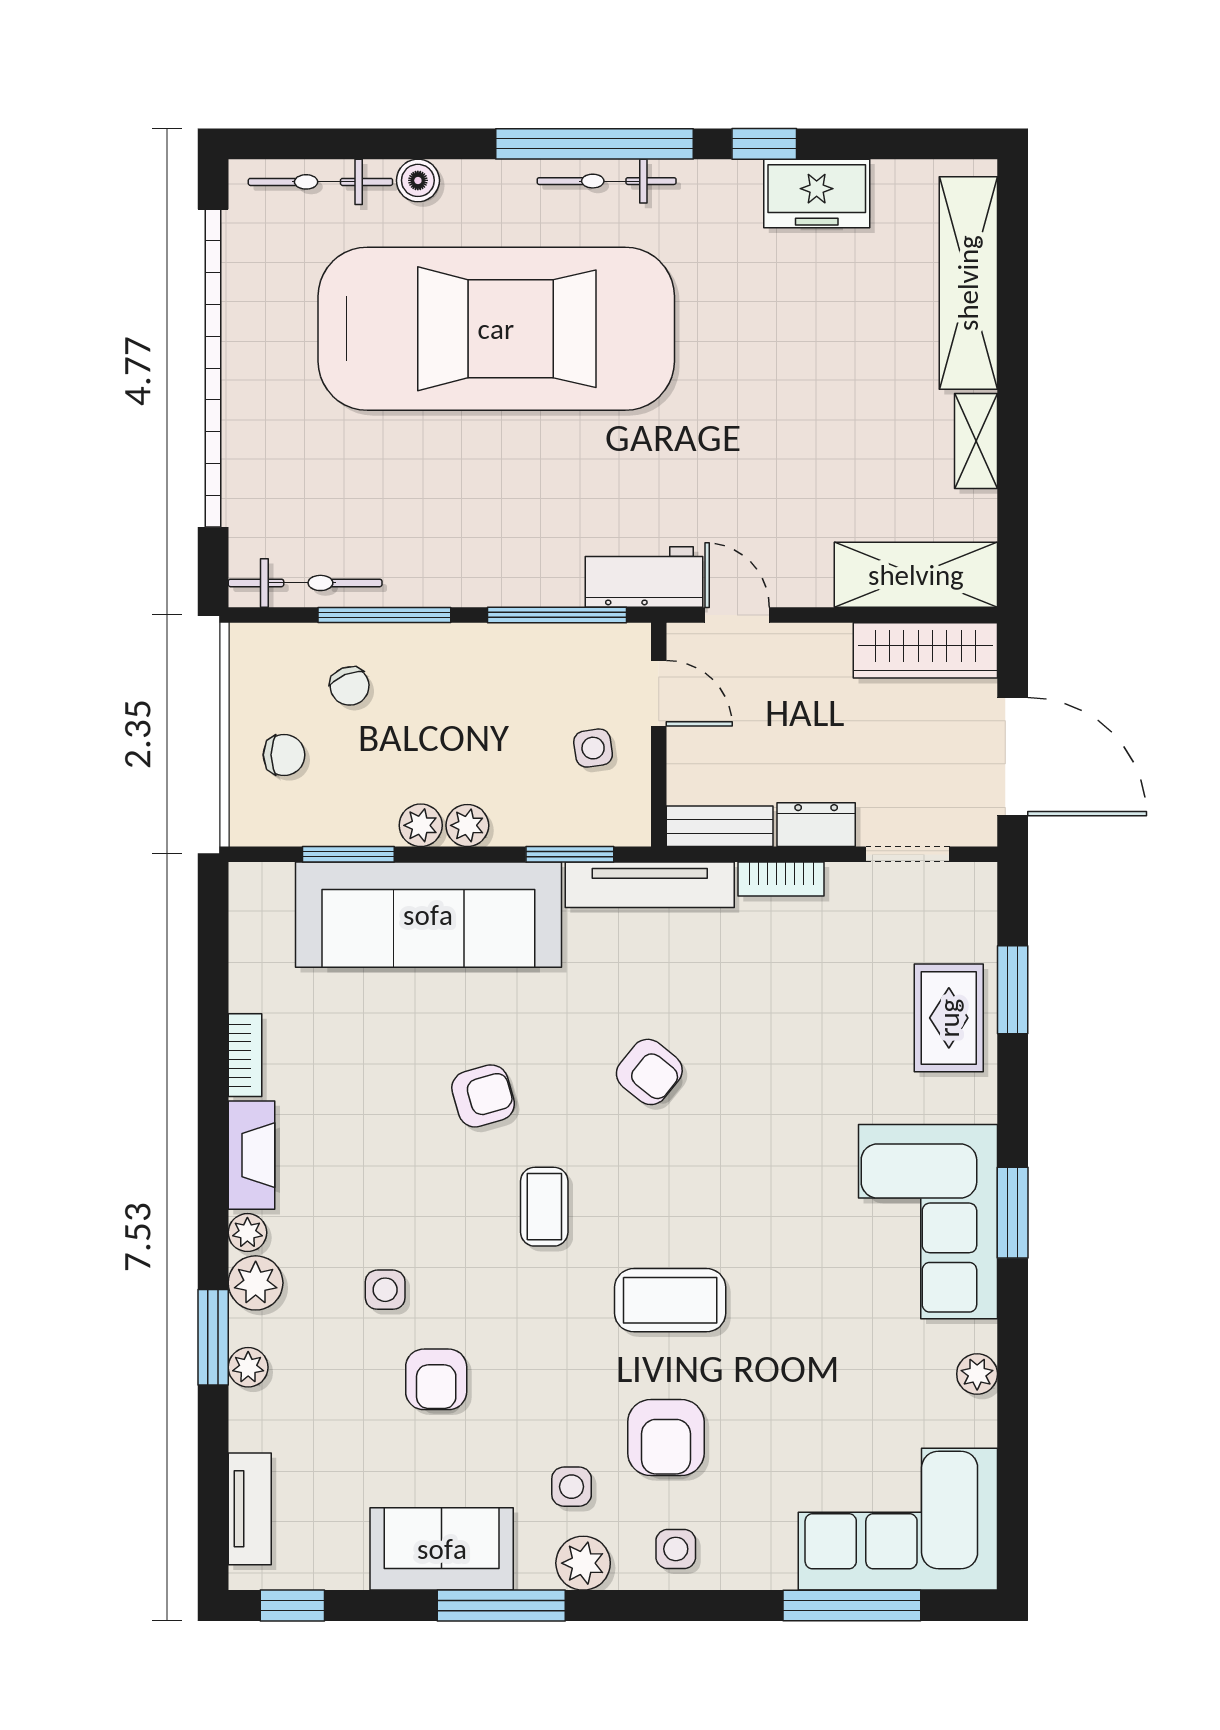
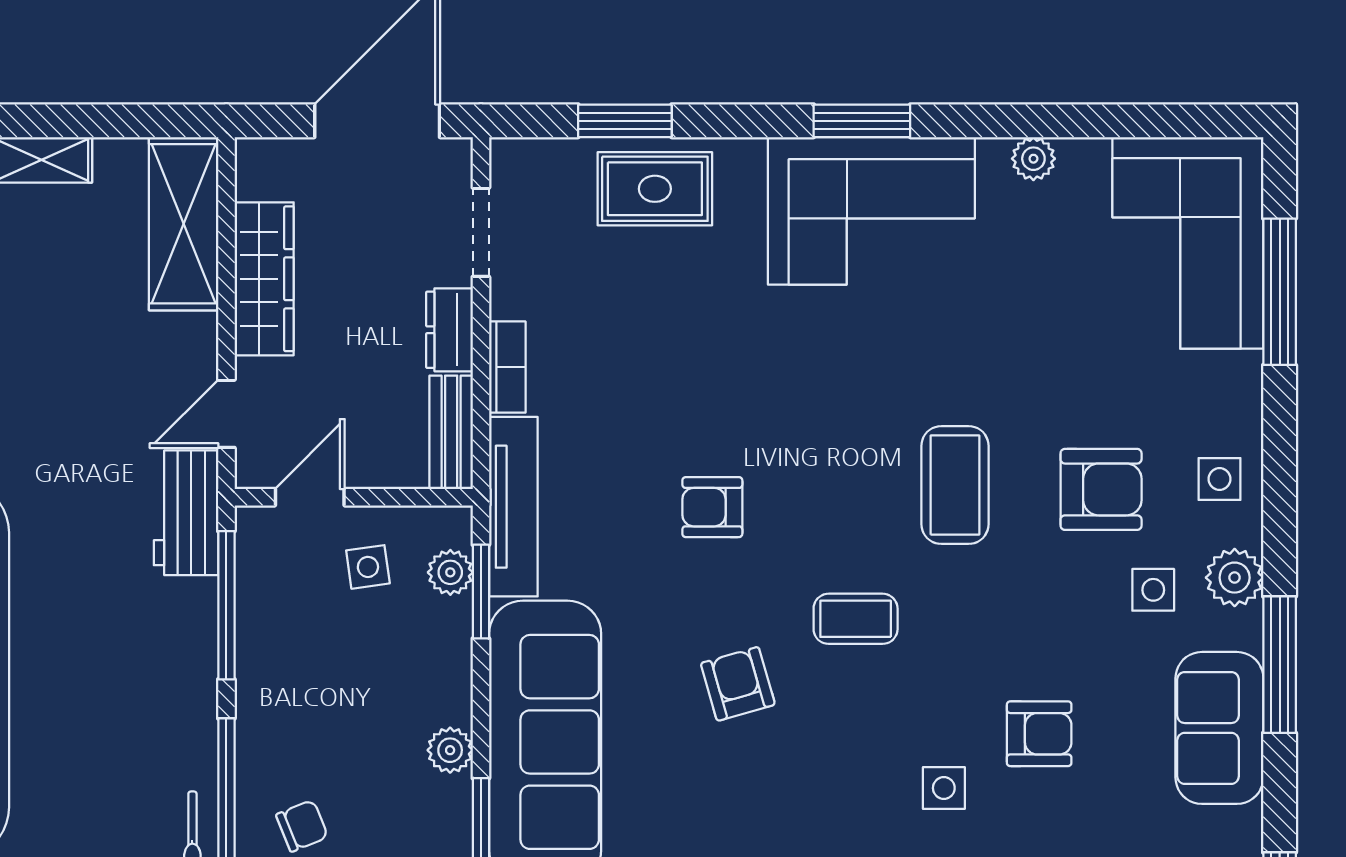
wardrobe: (925, 650) -> (264, 279), moved
plant: (467, 825) -> (450, 572), moved
armchair: (649, 1072) -> (712, 507), turned -129

